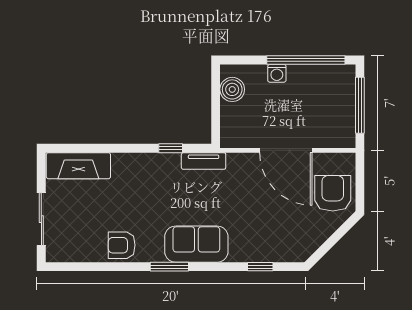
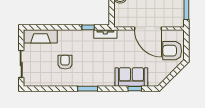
armchair: (333, 193) -> (172, 51), turned -90
sofa: (196, 244) -> (131, 77), moved
armchair: (122, 245) -> (65, 62), moved, turned 90

